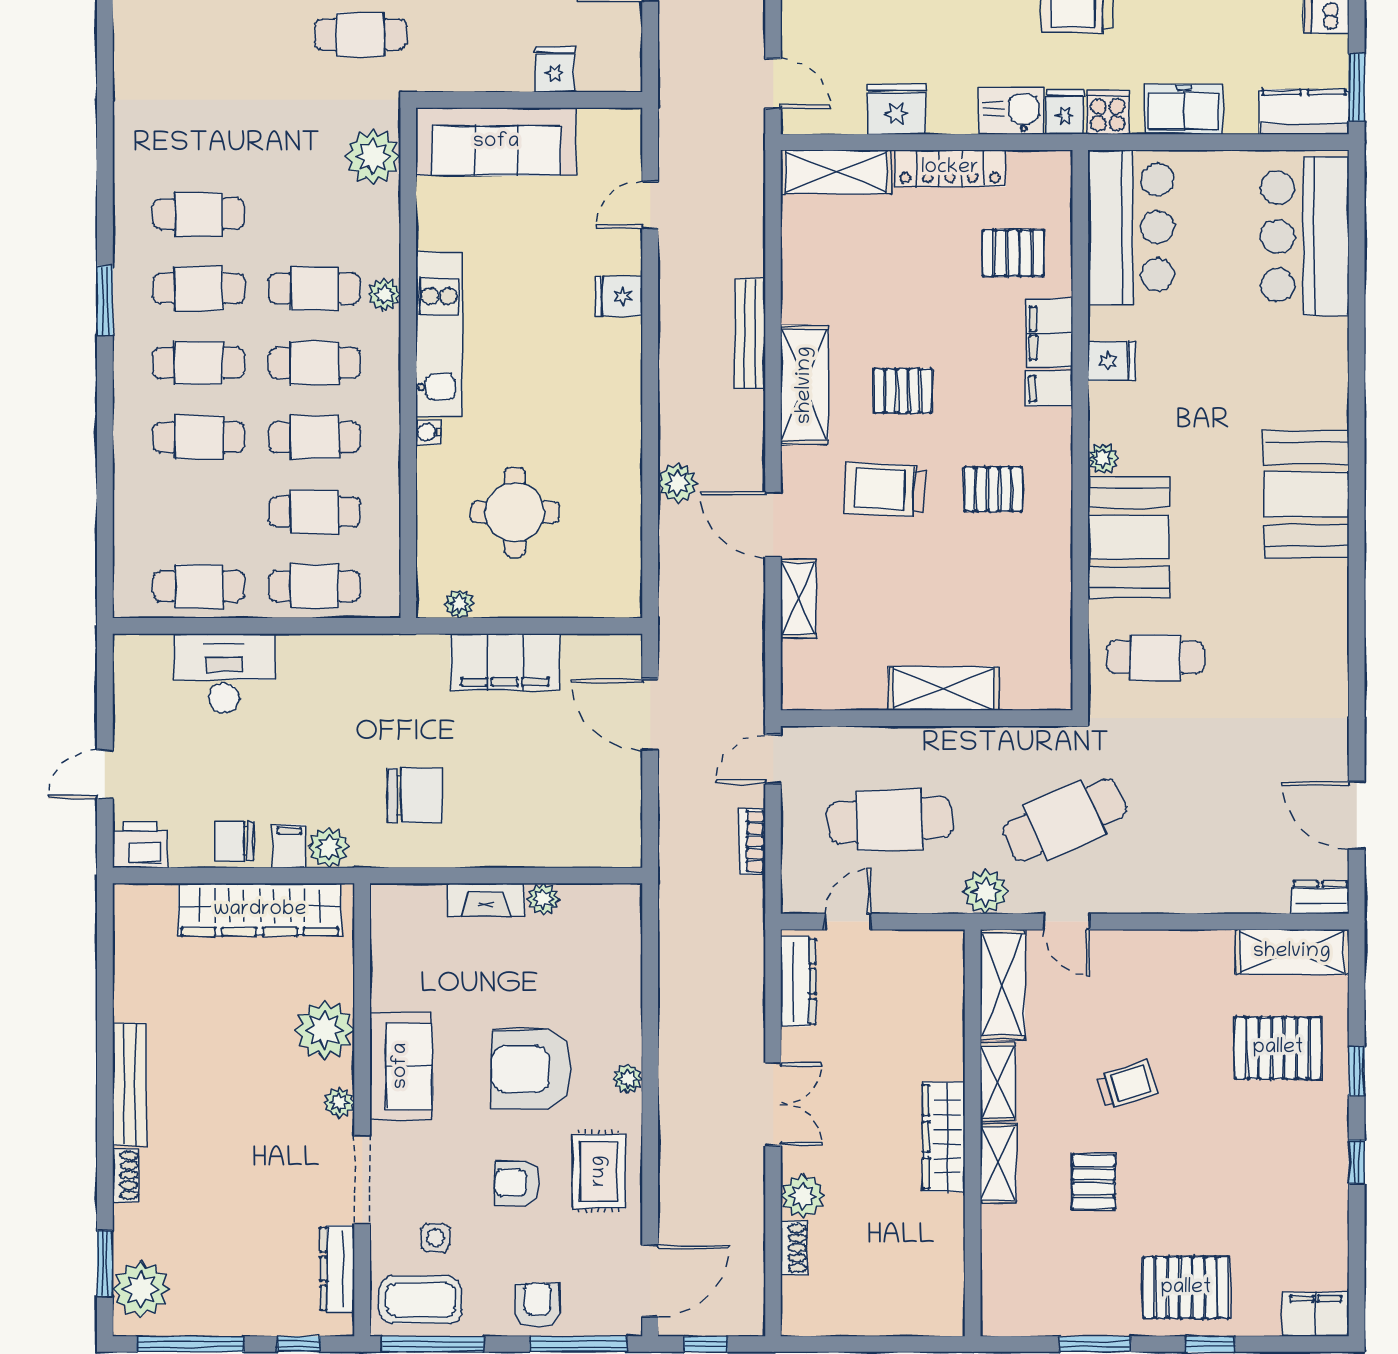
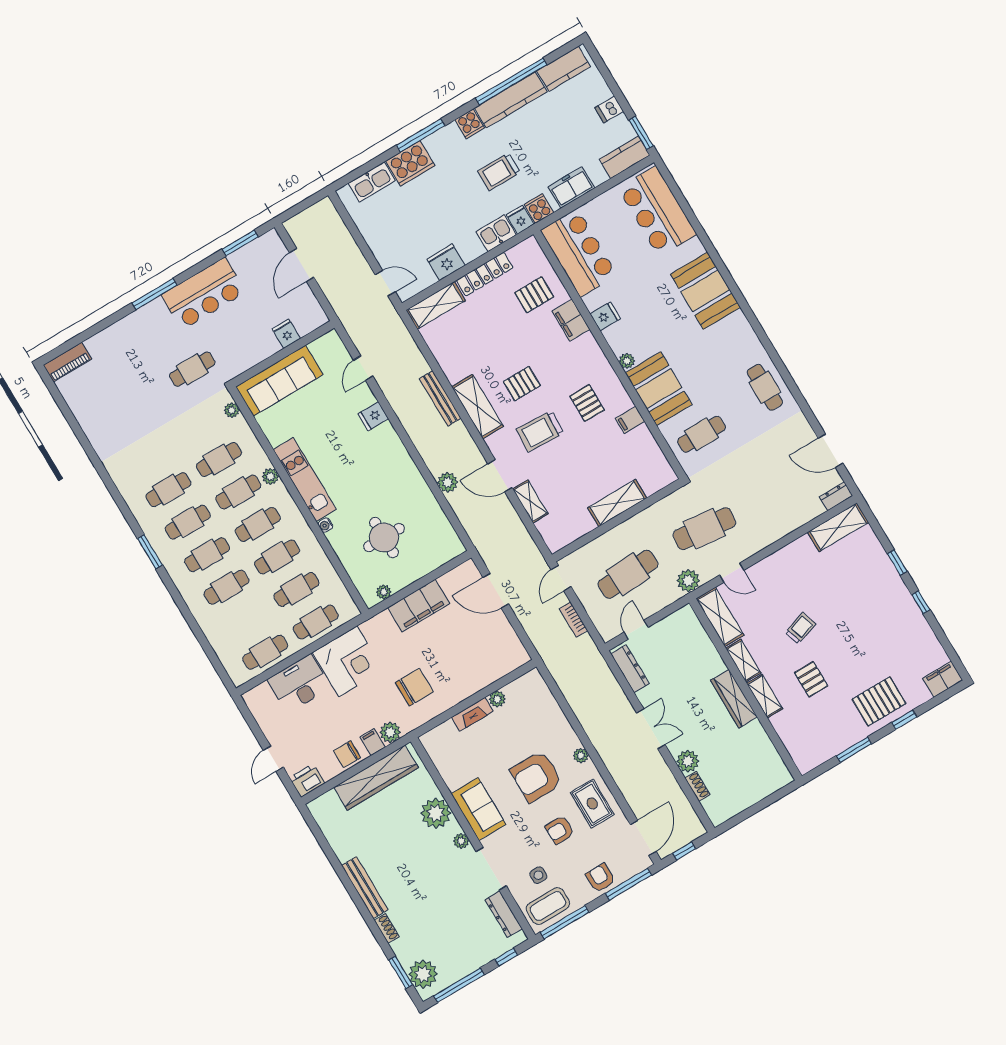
plant: (373, 157) -> (232, 410), width x0.53, depth x0.53
cafe table: (314, 214) -> (219, 459), added
filing cabinet: (1049, 389) -> (630, 420), moved
pallet: (993, 489) -> (587, 403), turned 90
booth: (1306, 494) -> (705, 291), moved
cafe table: (1310, 642) -> (765, 387), added
corner desk: (329, 685) -> (348, 661), added
cafe table: (1065, 820) -> (704, 529), turned 30
pallet: (1278, 1048) -> (857, 573), removed

